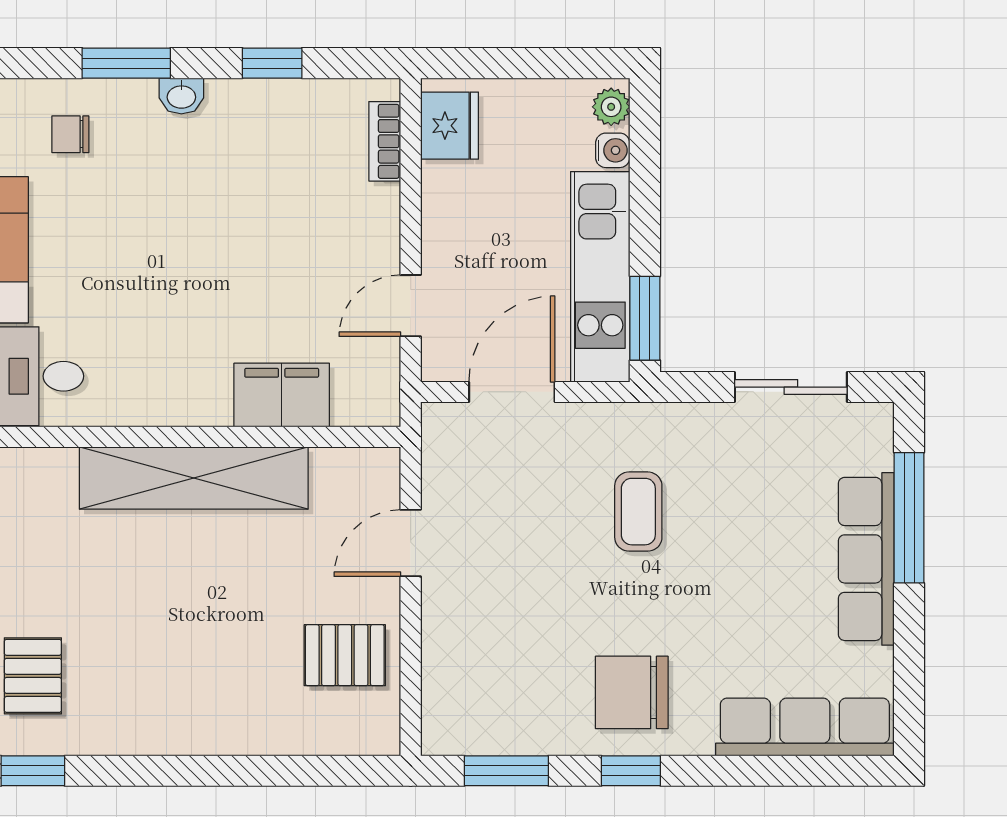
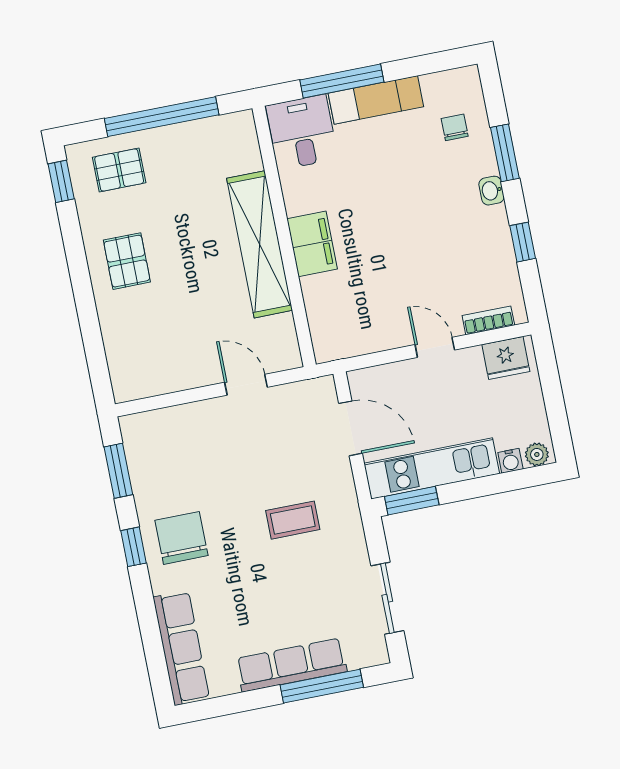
door: (411, 306) -> (435, 347), moved
filing cabinet: (282, 395) -> (312, 244), moved
pallet: (345, 655) -> (127, 261), moved

